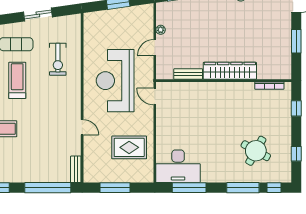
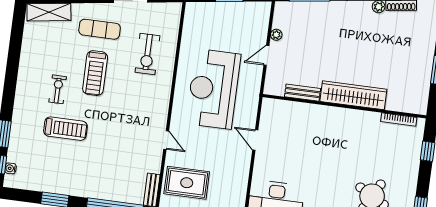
treadmill: (17, 80) -> (95, 73), turned 180
door: (155, 97) -> (255, 140), moved
rug: (129, 147) -> (187, 183), moved

